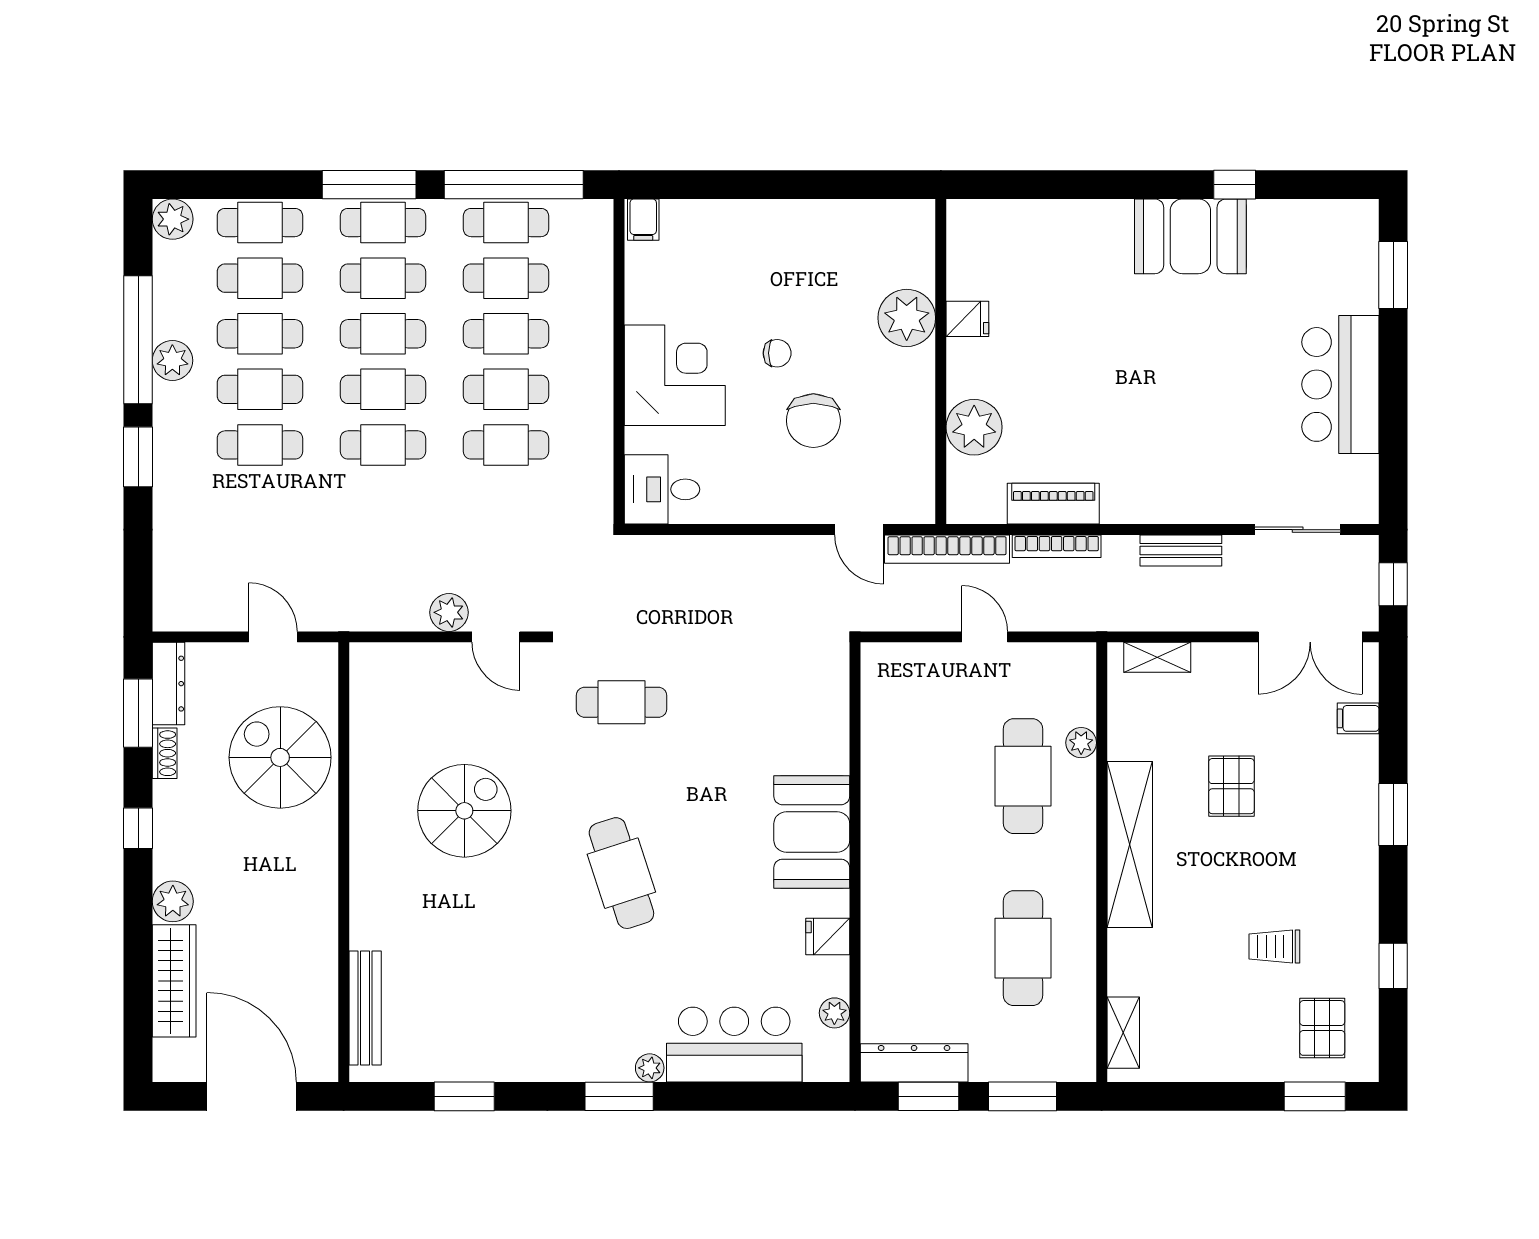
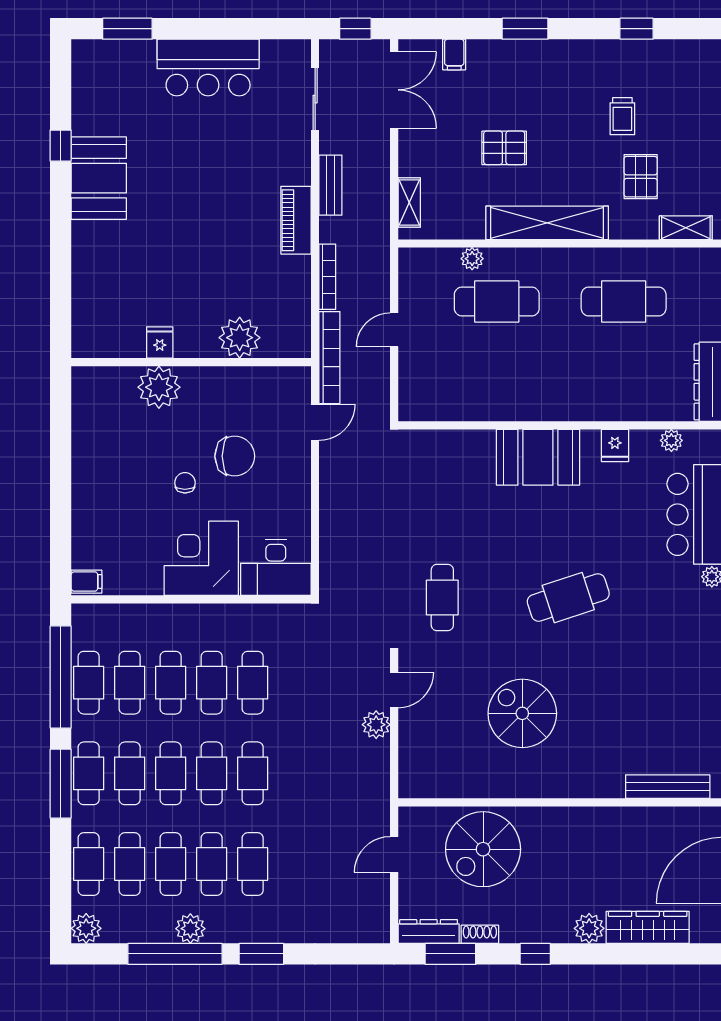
desk: (662, 489) -> (276, 568), width x1.37
piano: (1053, 504) -> (296, 220), moved
pallet: (1322, 1028) -> (641, 177), moved, turned 90

